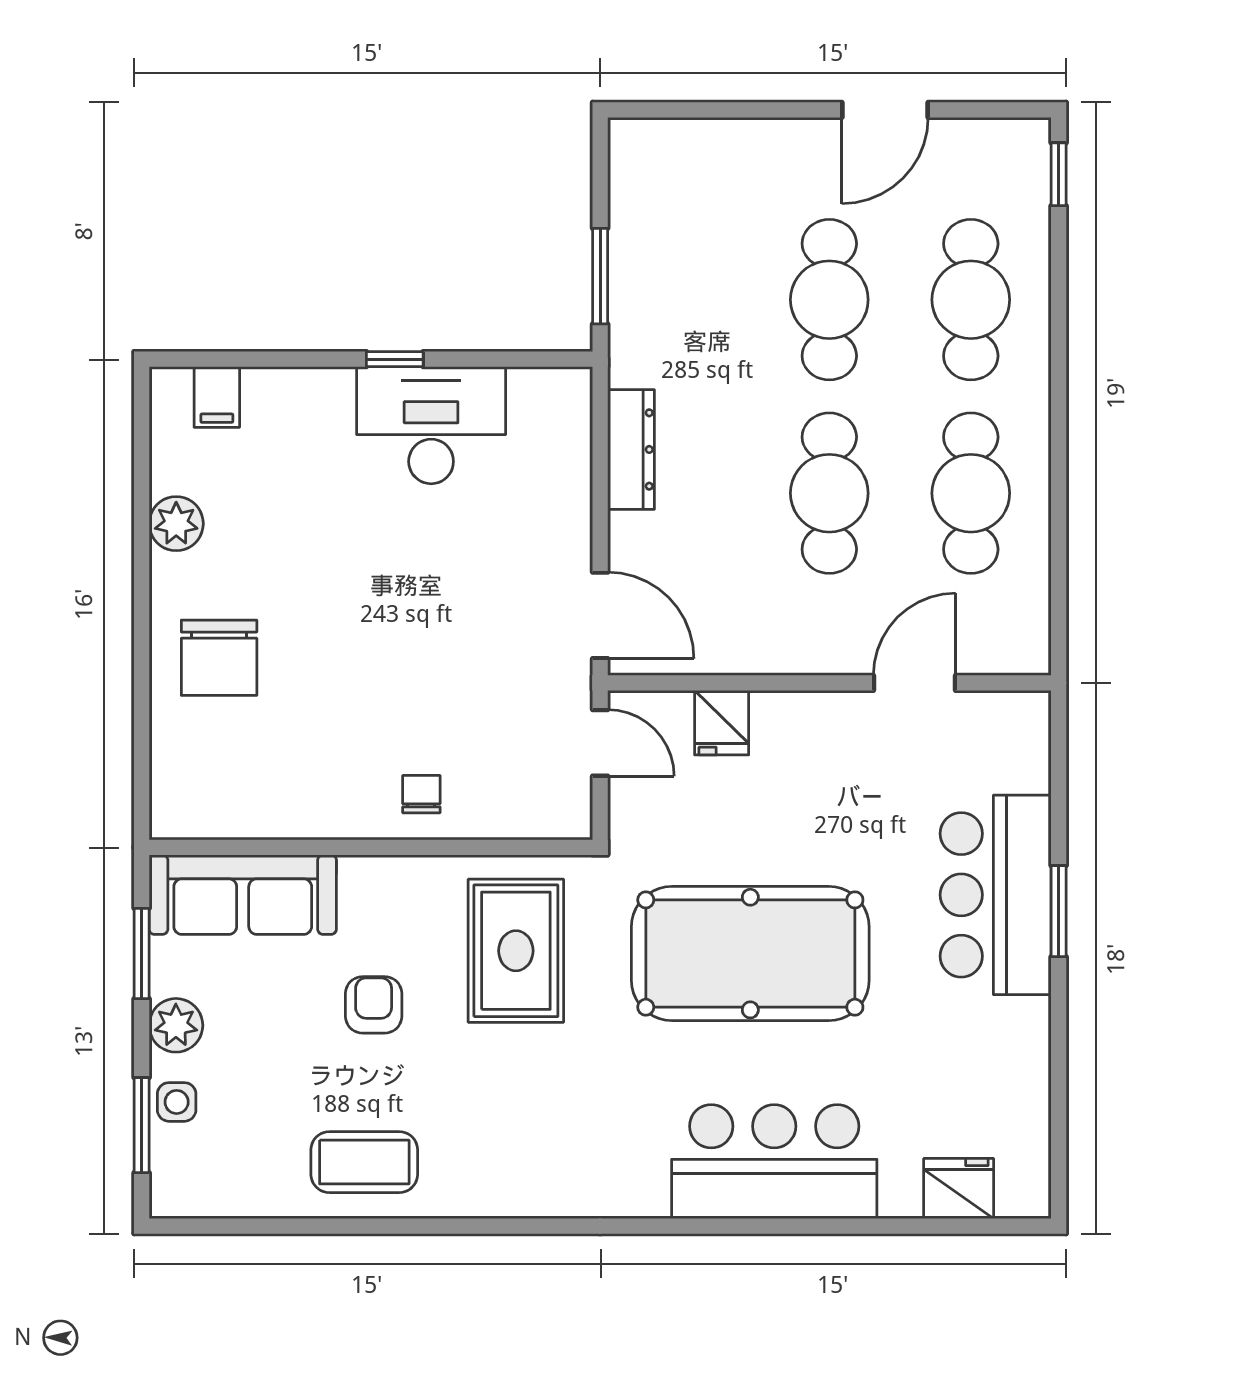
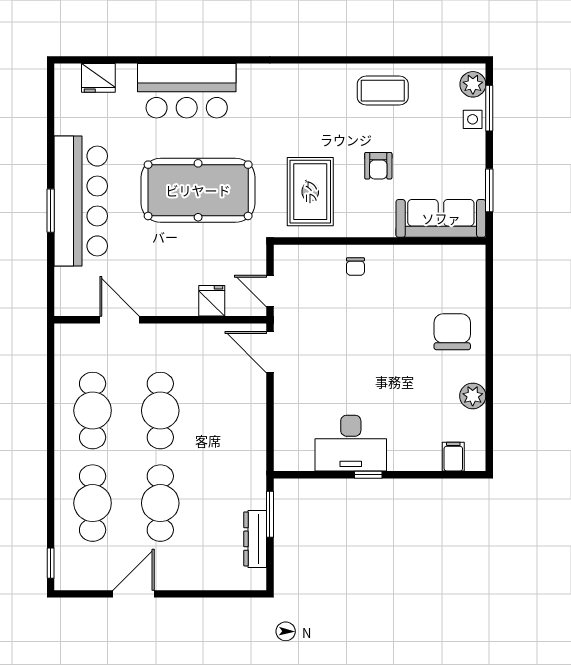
dresser: (631, 449) -> (255, 539), moved
door: (915, 683) -> (120, 320), swing flipped
bar counter: (996, 895) -> (81, 201), width x1.36
plant: (176, 1025) -> (473, 84), moved

